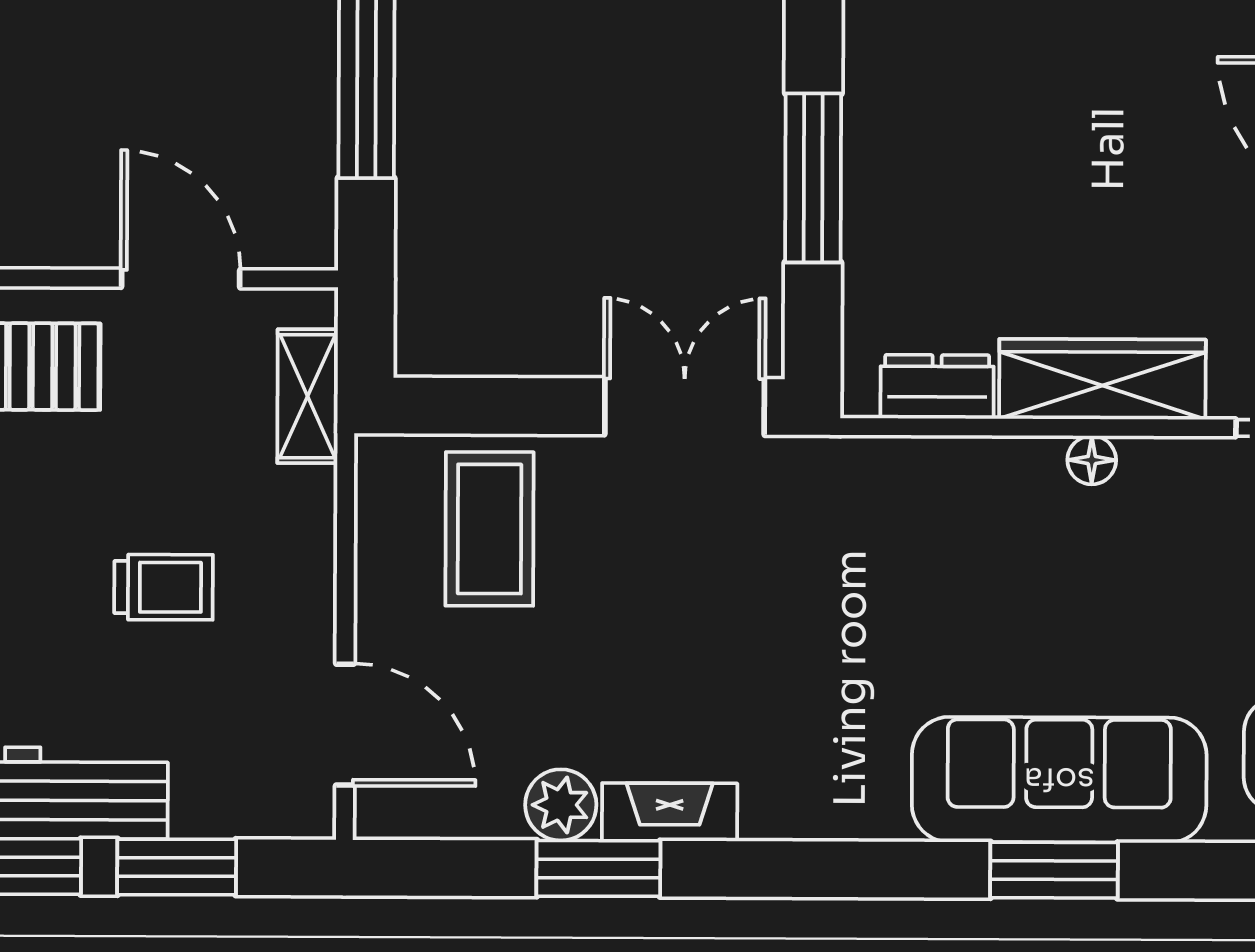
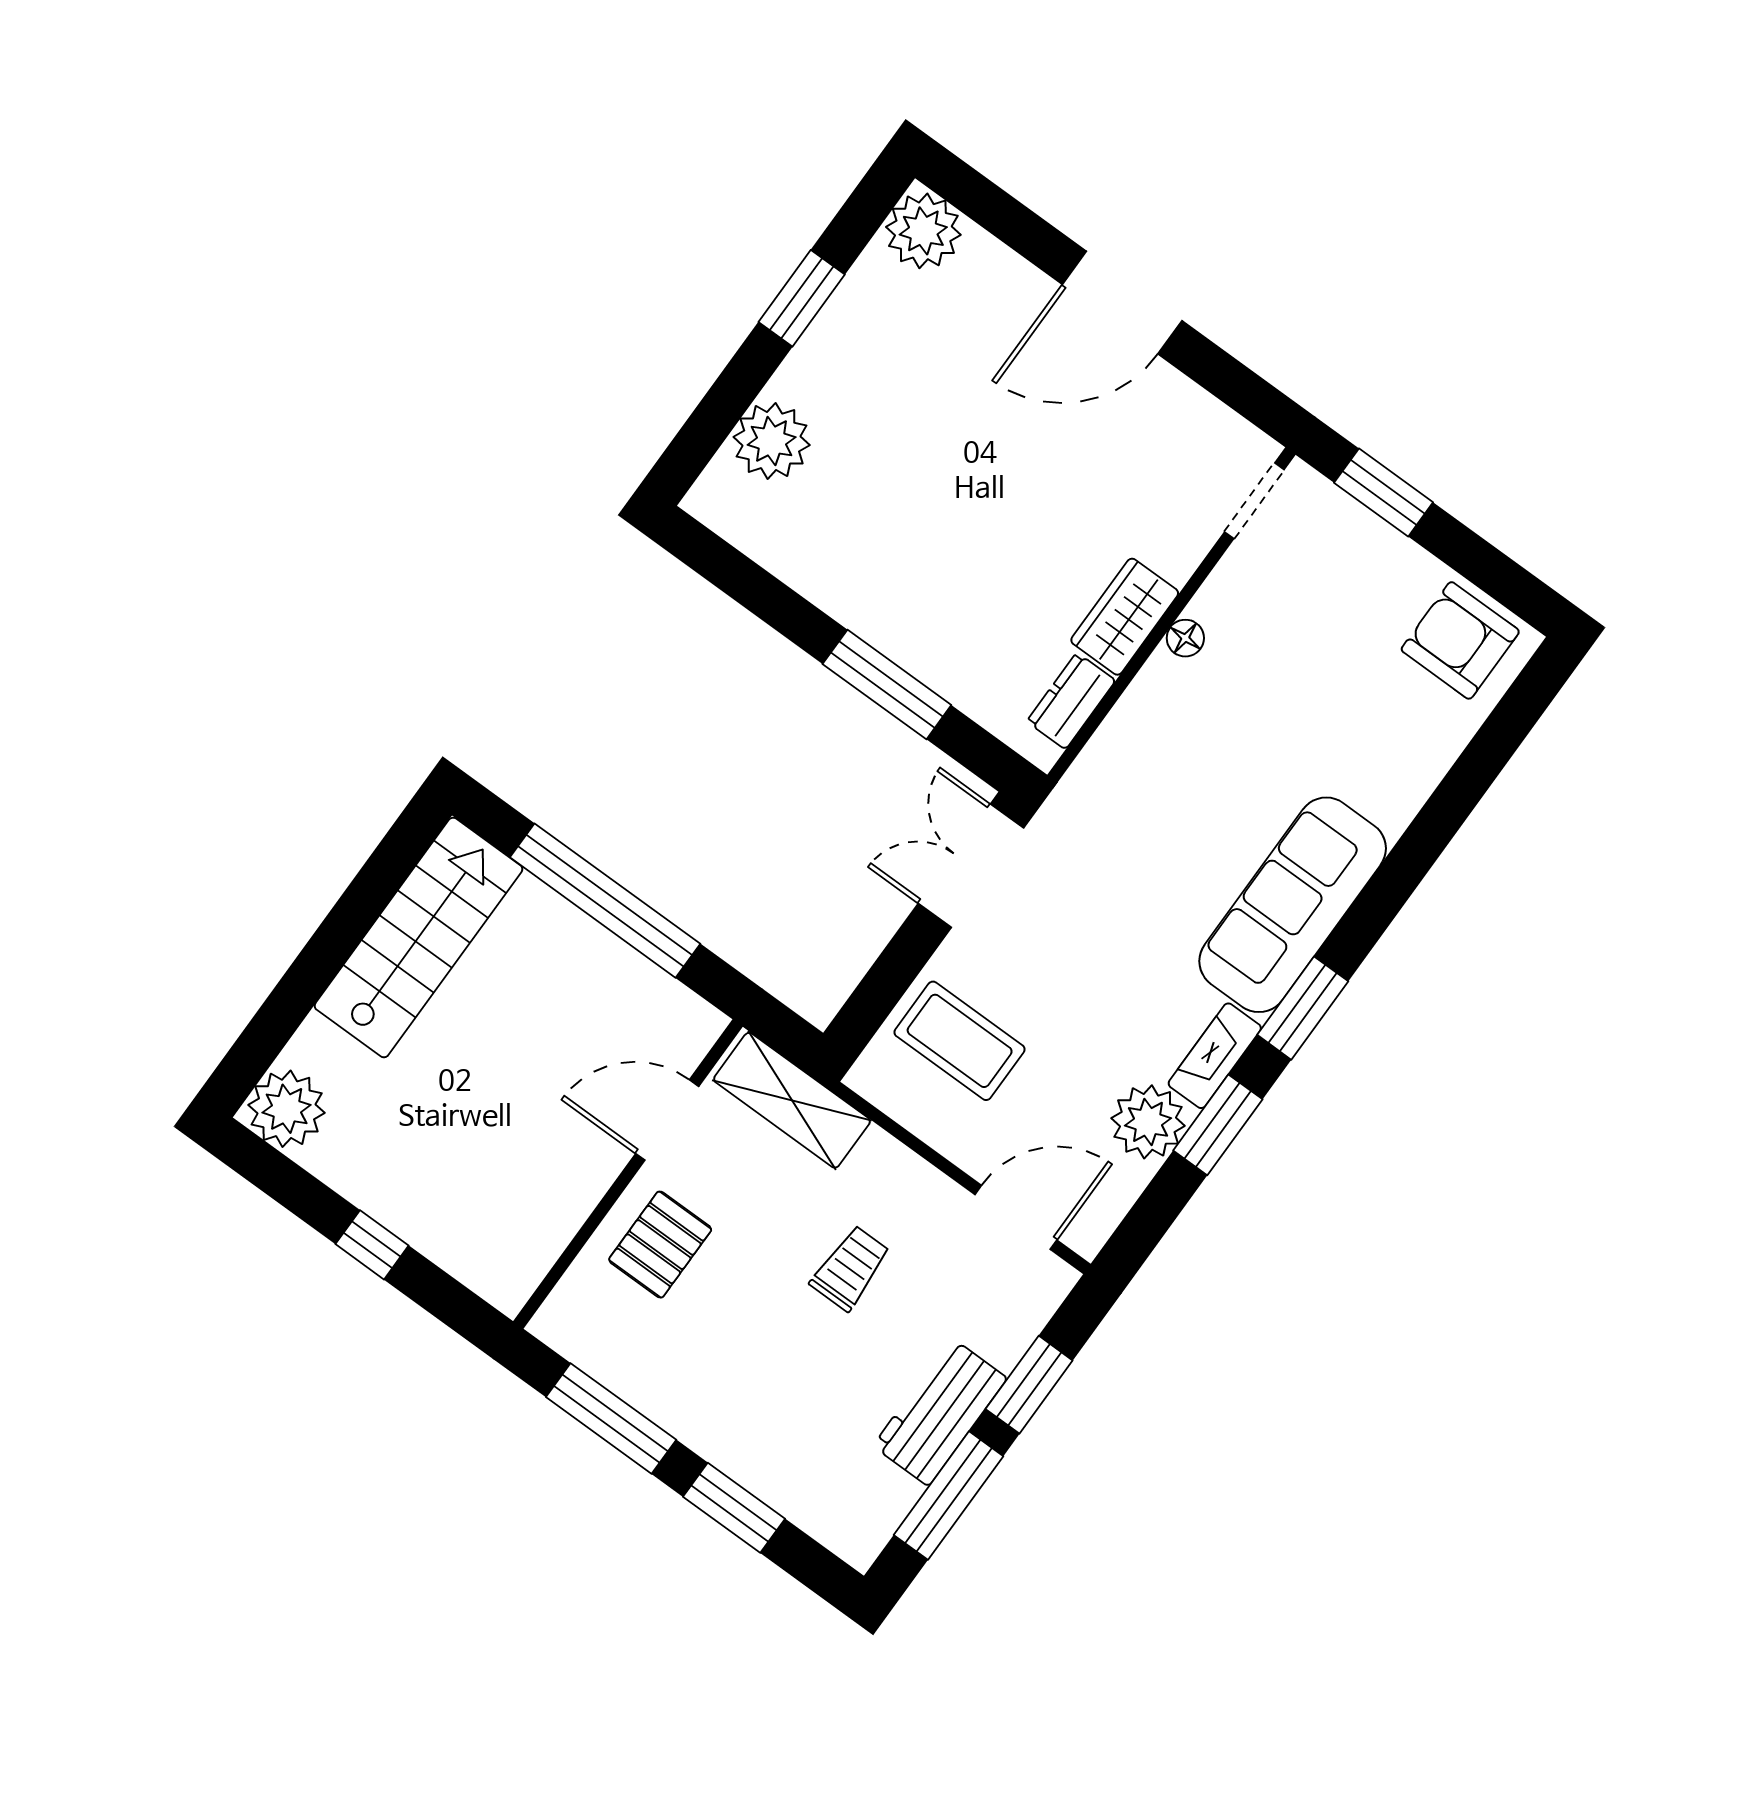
wardrobe: (1102, 379) -> (1125, 617), width x0.67
shelving: (308, 396) -> (792, 1100), width x1.50, depth x1.33
sofa: (1059, 780) -> (1293, 905), moved
plant: (561, 805) -> (1148, 1122), width x1.36, depth x1.36
window: (1054, 870) -> (1303, 1008), moved

